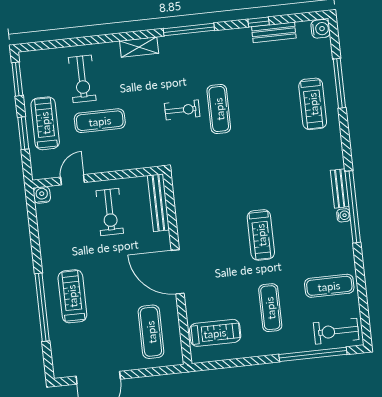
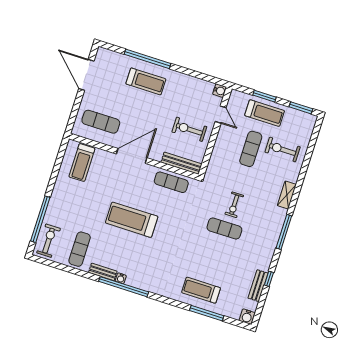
bench: (340, 188) -> (103, 272), moved
treadmill: (261, 235) -> (132, 220), width x1.37, depth x1.38
exercise mat: (270, 308) -> (171, 182), moved

